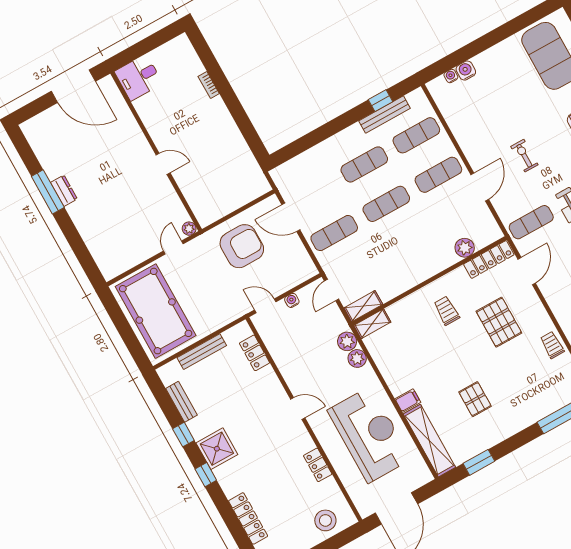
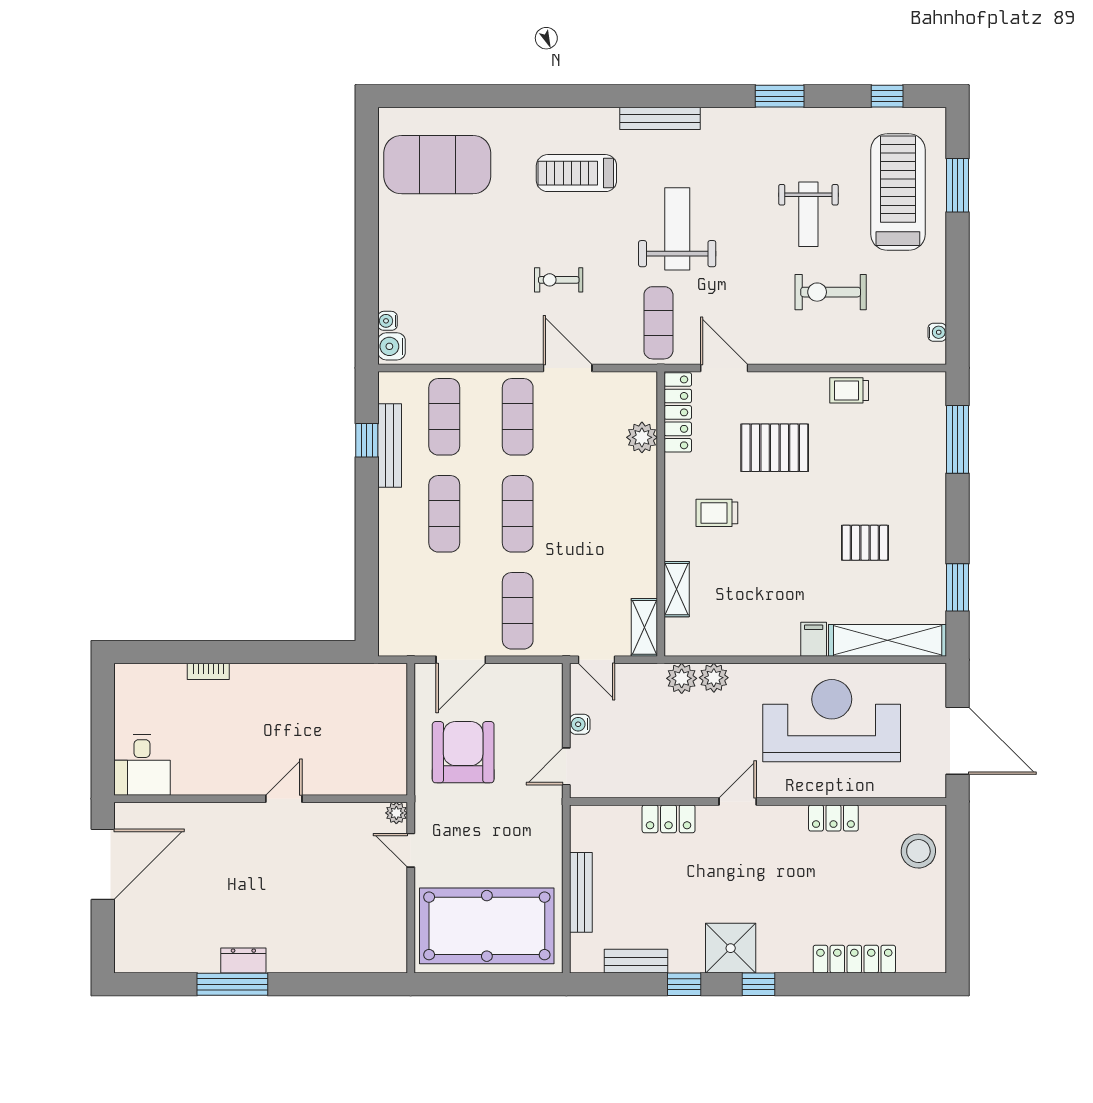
water cooler: (466, 71) -> (392, 346), moved
shelving: (372, 324) -> (677, 589), moved
locker: (255, 353) -> (669, 819), moved

